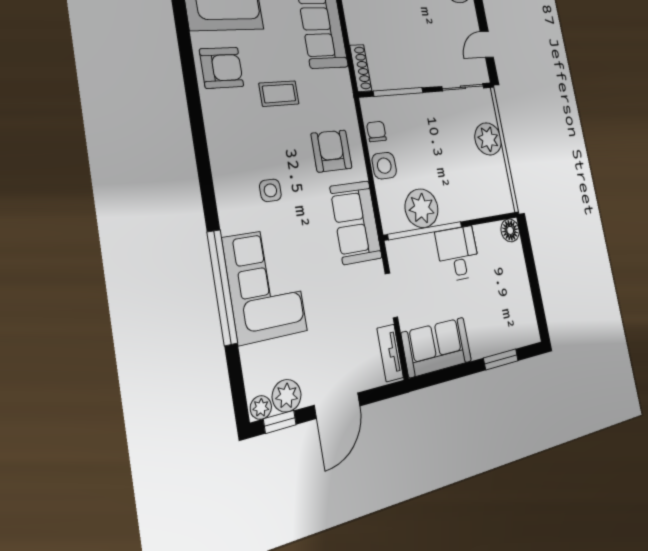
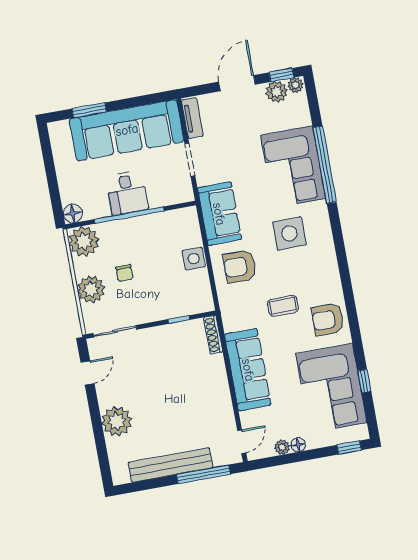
window: (398, 92) -> (179, 320), width x0.46
chair: (376, 131) -> (124, 273), moved
armchair: (331, 151) -> (240, 266), turned 90
side table: (270, 190) -> (289, 233), width x1.87, depth x1.87
plant: (422, 208) -> (84, 241), moved
window: (426, 231) -> (129, 215), moved
sofa: (437, 347) -> (127, 130), width x1.85, depth x1.27

